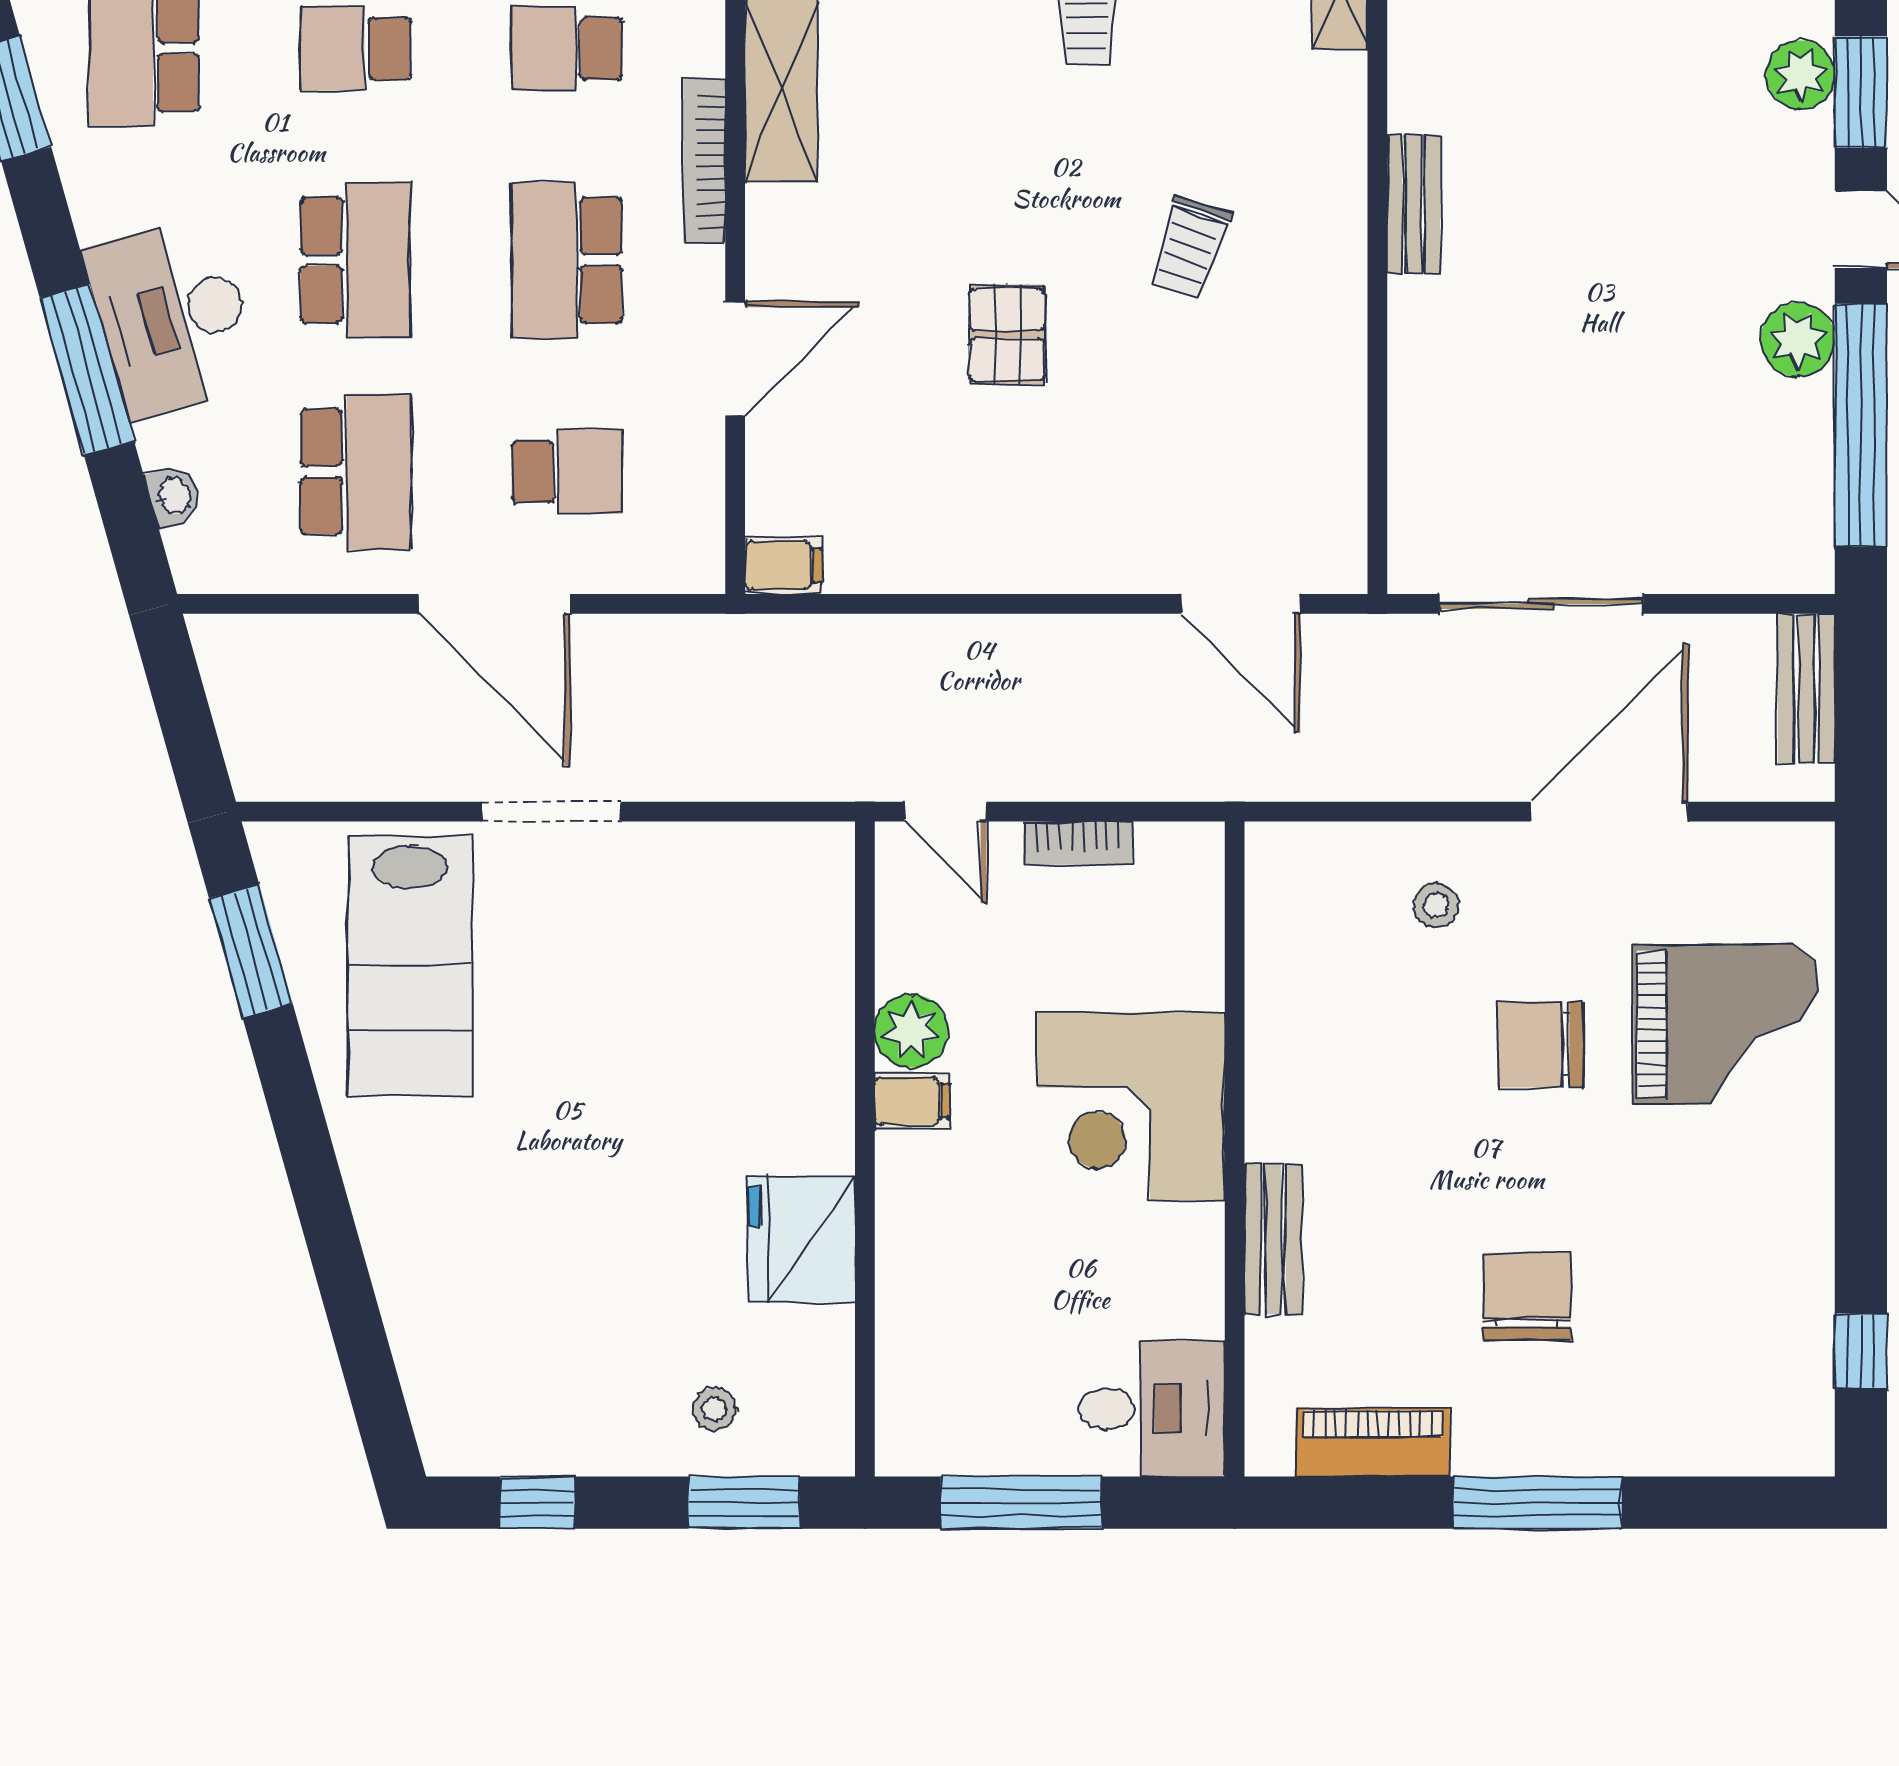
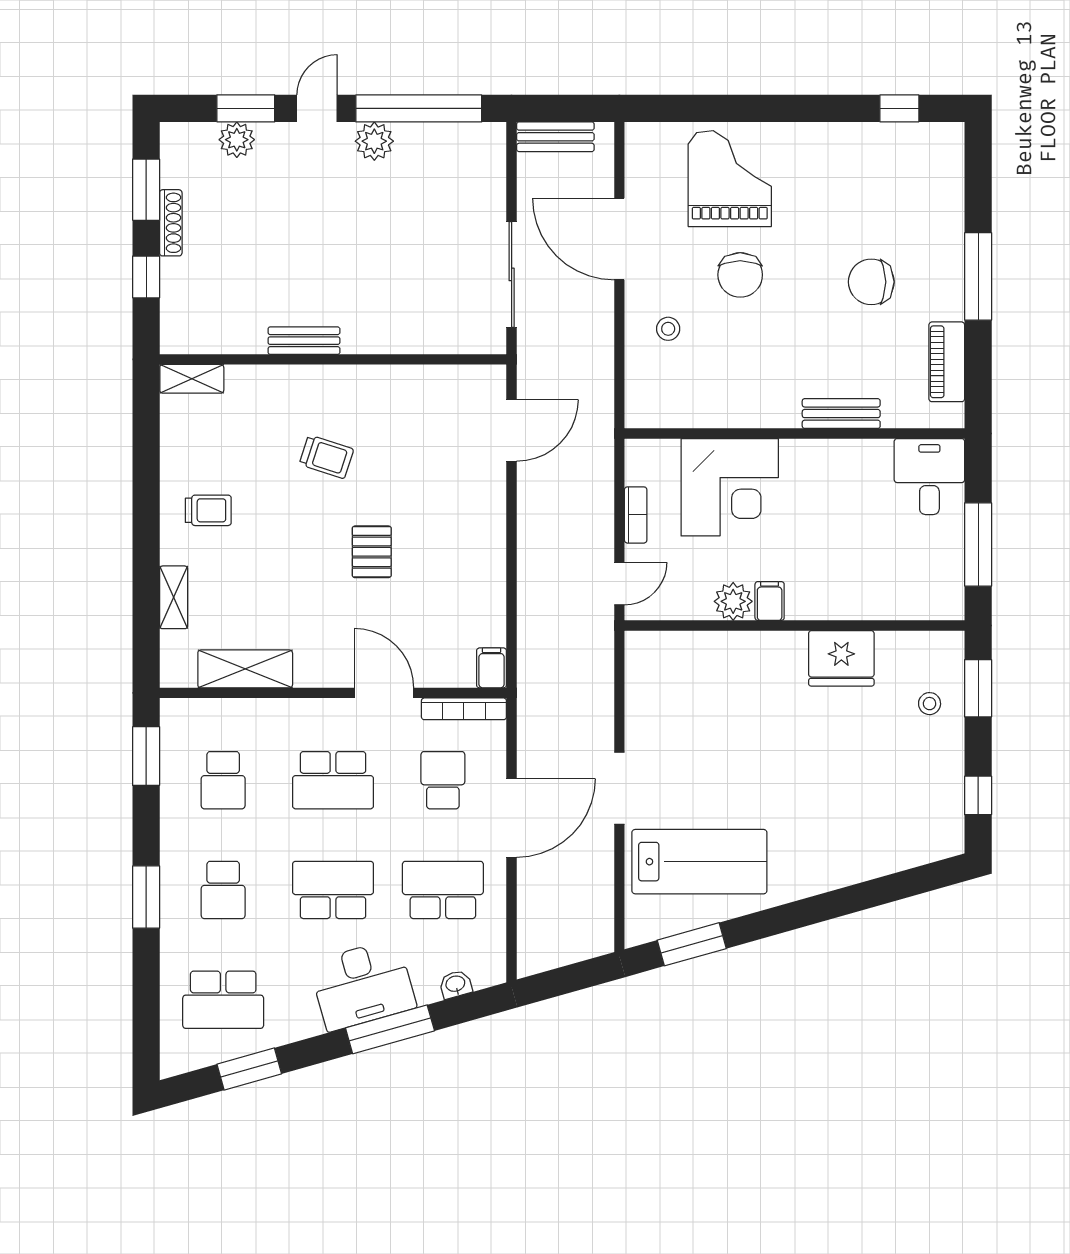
bookcase: (704, 161) -> (464, 709), moved
pallet: (1007, 335) -> (372, 552), turned 90
corner desk: (1131, 1106) -> (730, 487), moved

